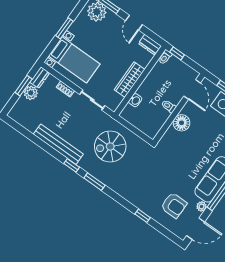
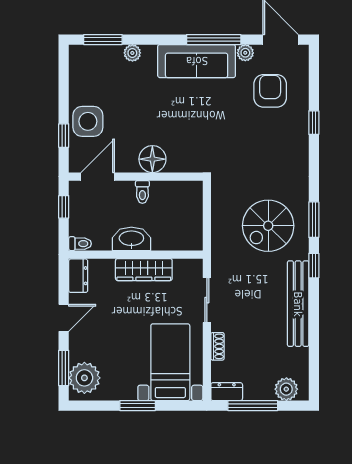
window: (177, 53) -> (64, 207), moved
window: (24, 86) -> (253, 406), width x1.44
plant: (31, 93) -> (286, 389), moved
washbasin: (135, 100) -> (131, 239), moved, width x1.91, depth x1.45
spiral stairs: (110, 147) -> (268, 226), moved, turned 90

